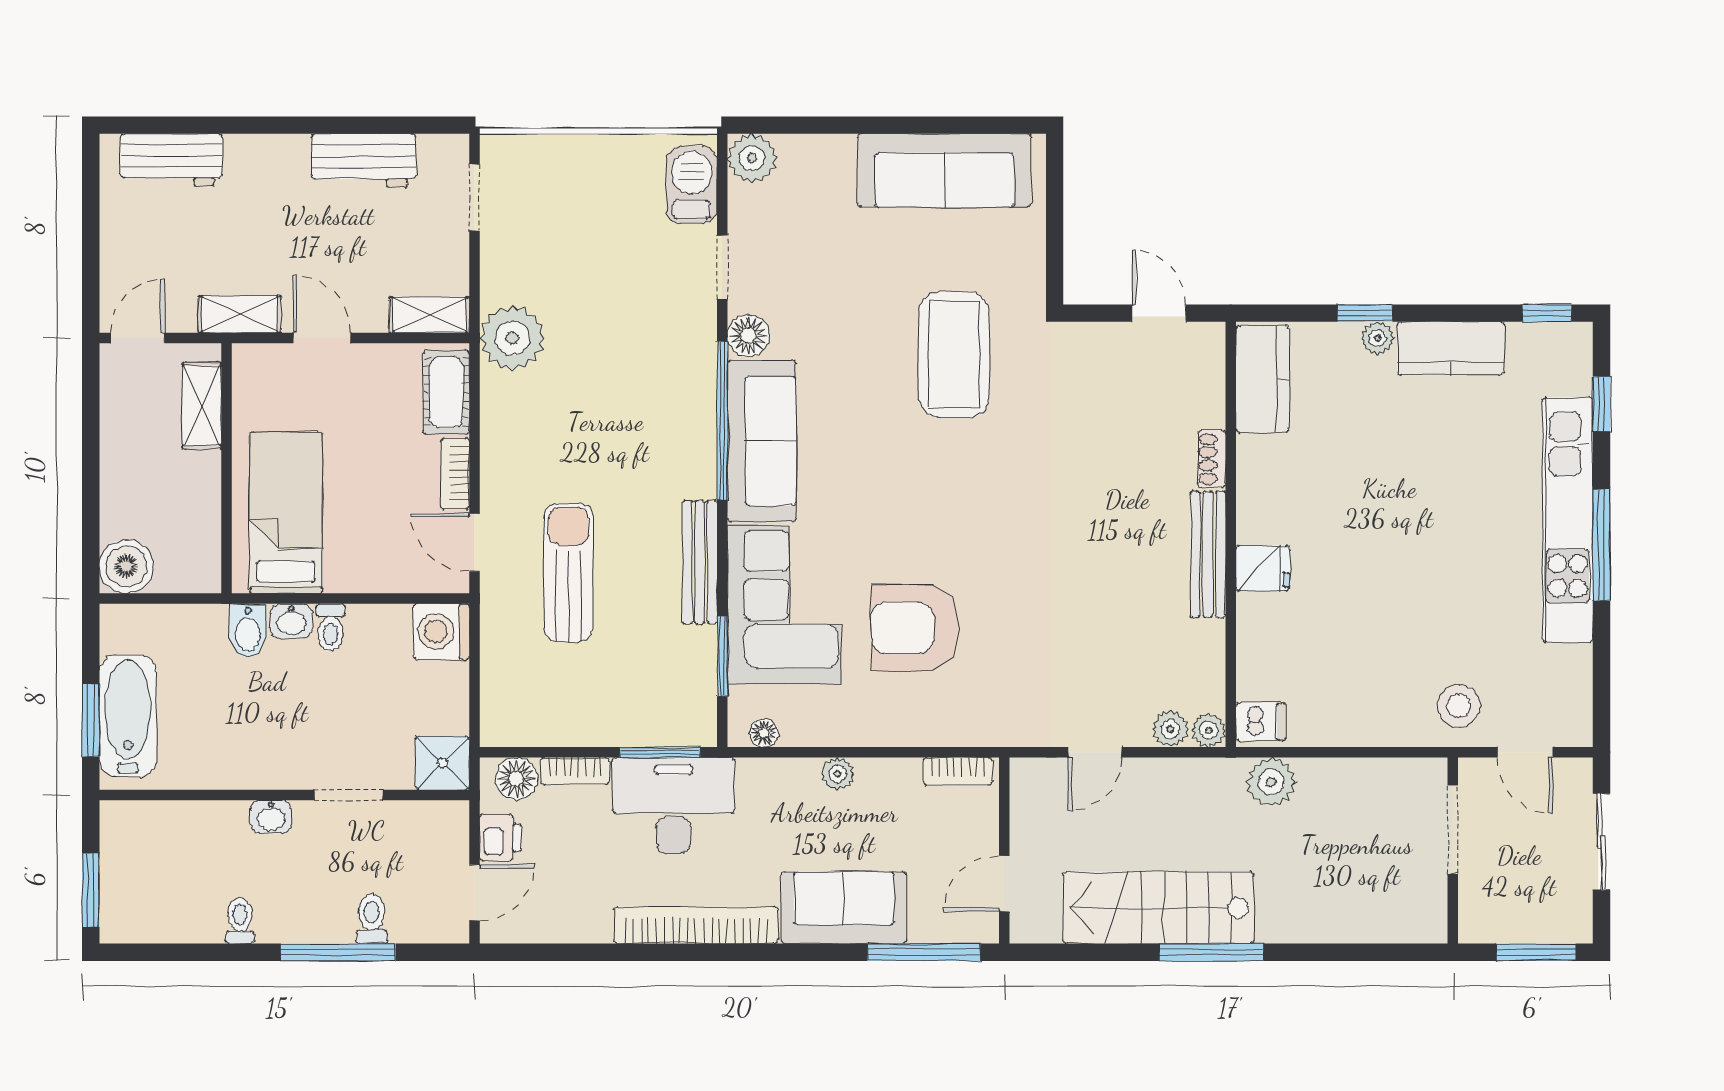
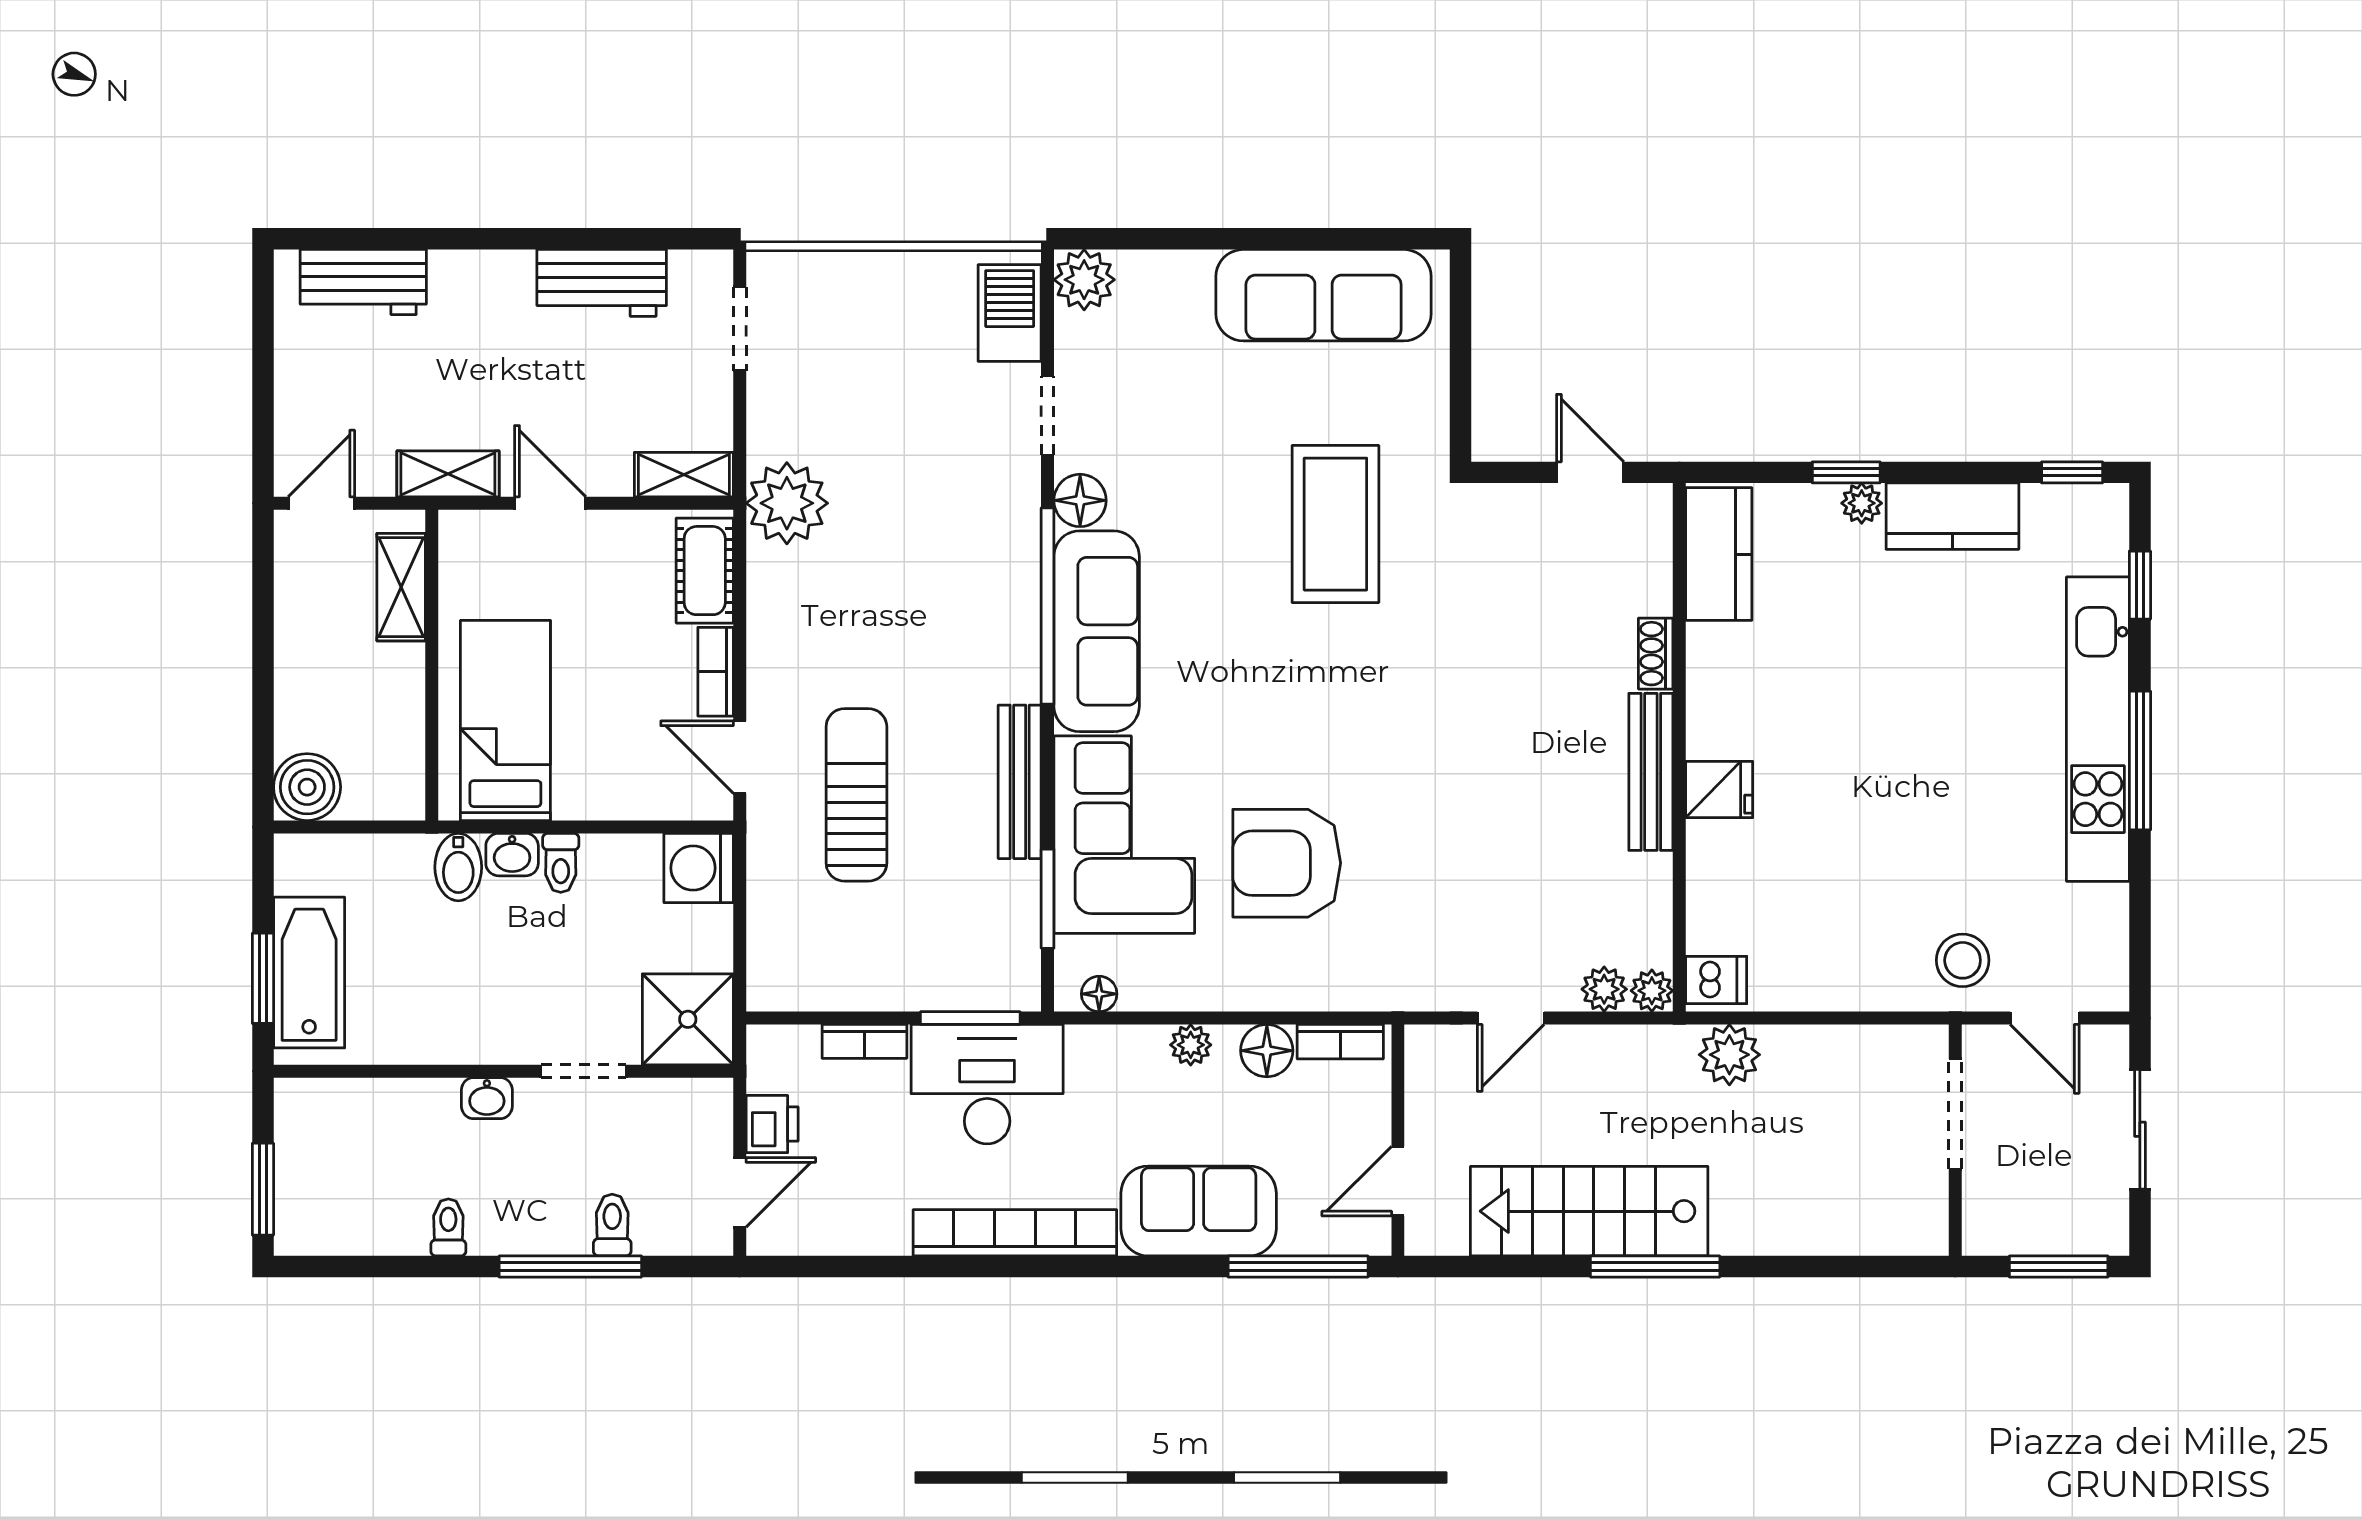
shower: (442, 763) -> (688, 1019), width x1.36, depth x1.36
floor lamp: (516, 779) -> (1267, 1051), moved

